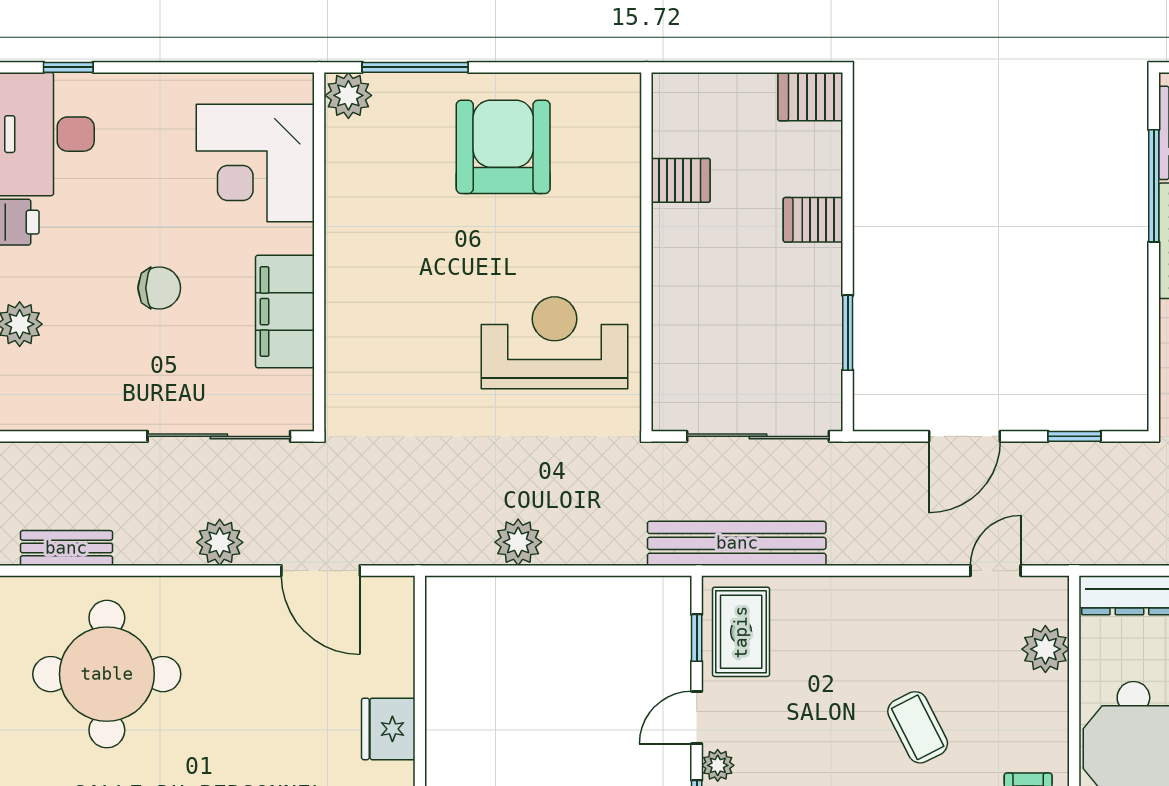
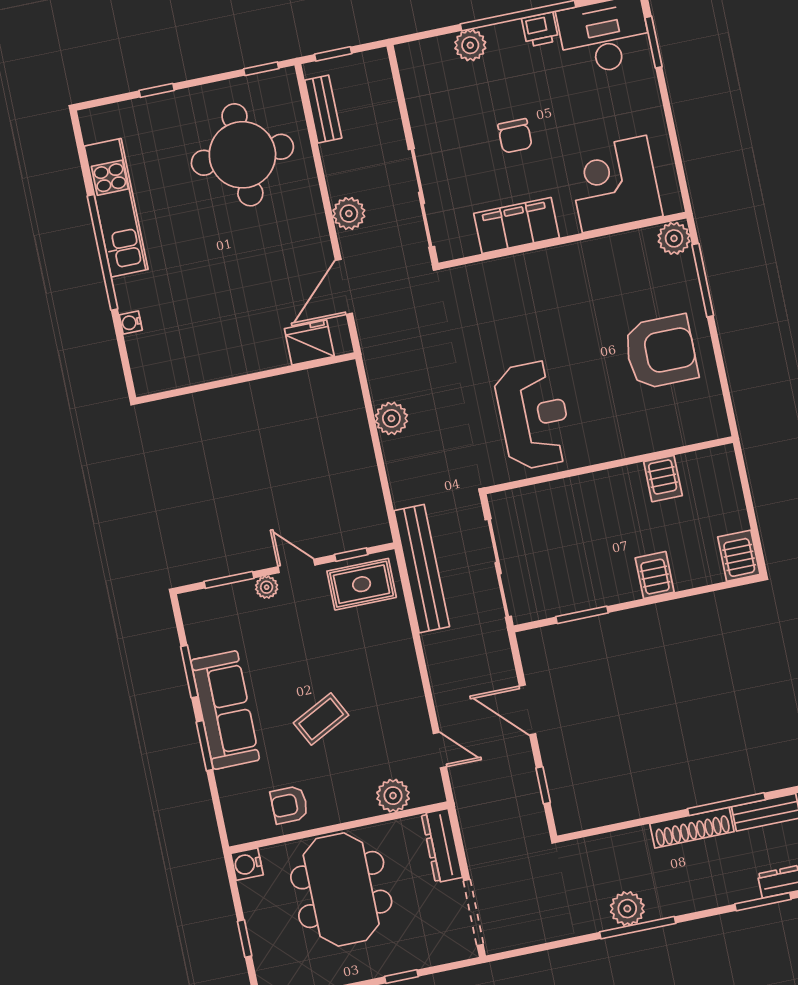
window: (68, 67) -> (653, 42), width x1.50
fridge: (388, 729) -> (309, 342), moved

